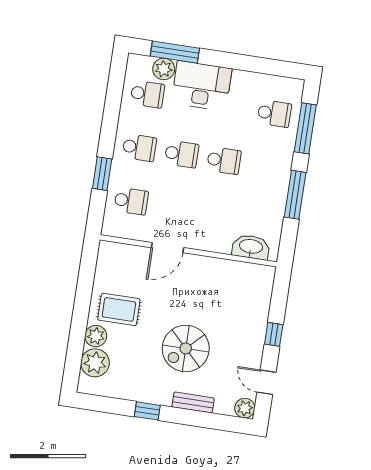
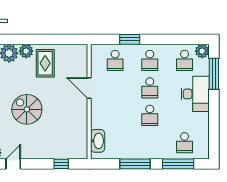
plant: (164, 69) -> (202, 51), moved
window: (274, 334) -> (61, 164), moved

